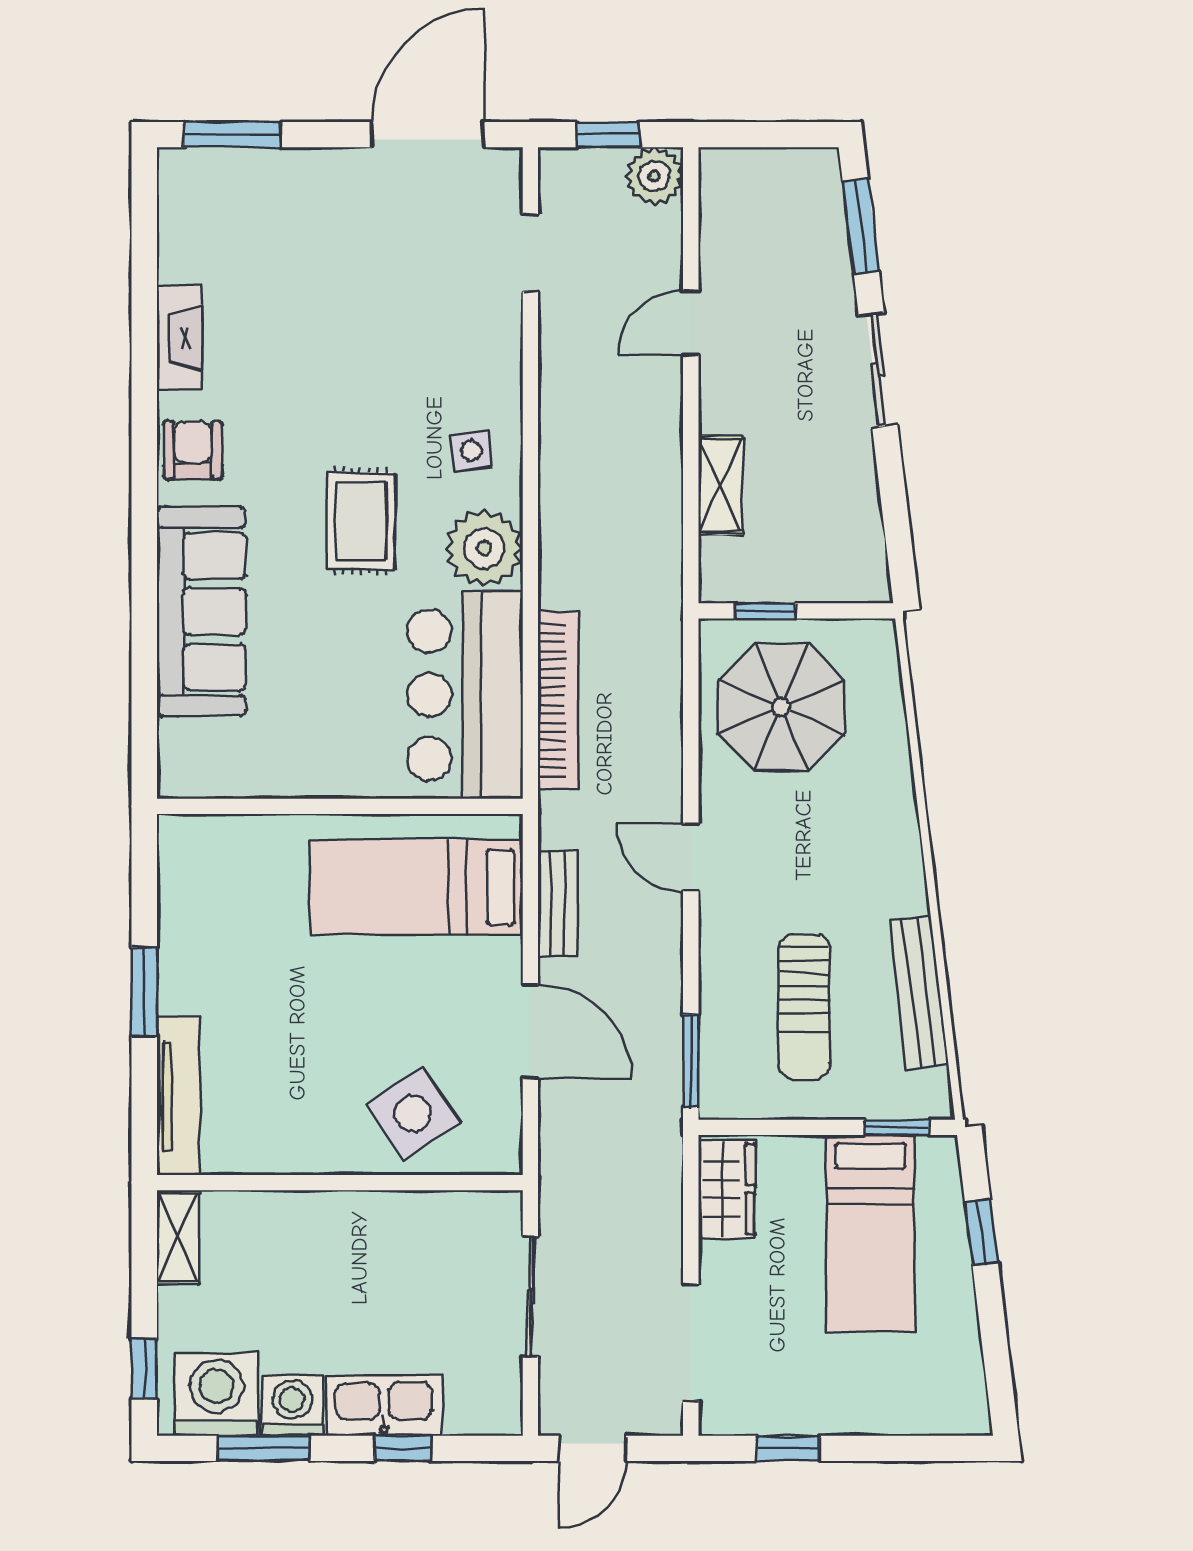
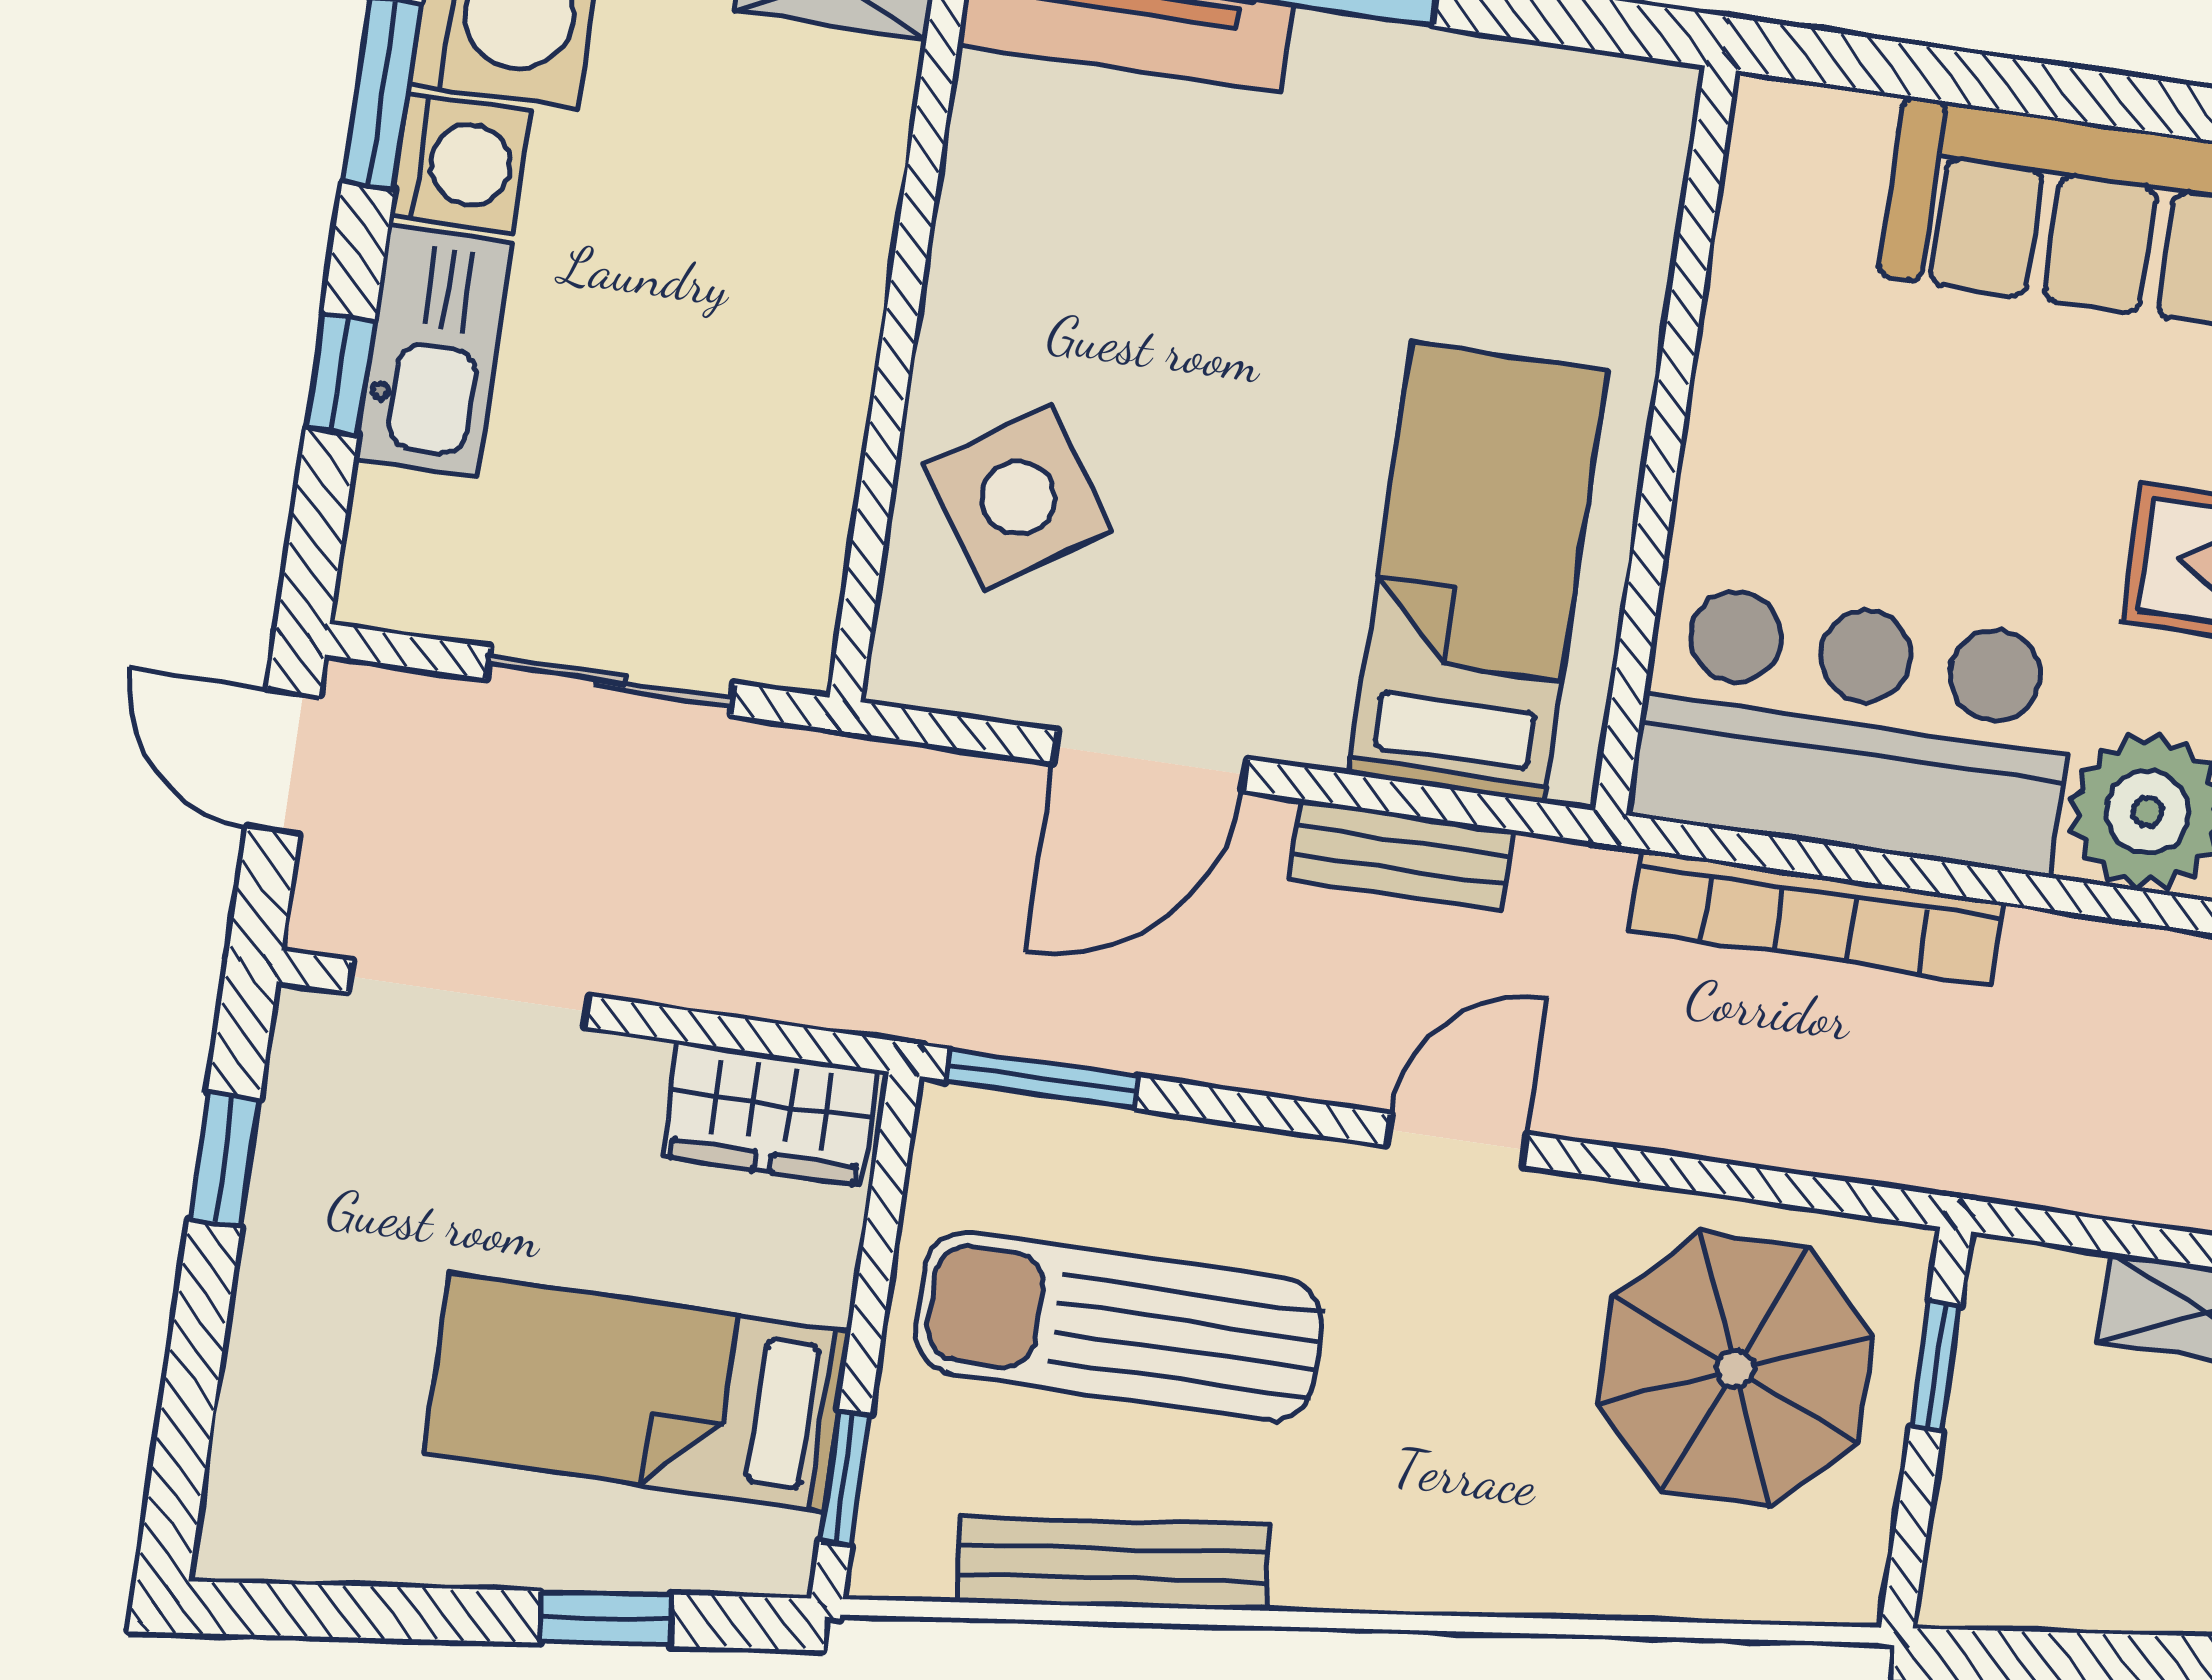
sun lounger: (804, 1006) -> (1119, 1326), width x1.36, depth x1.34

